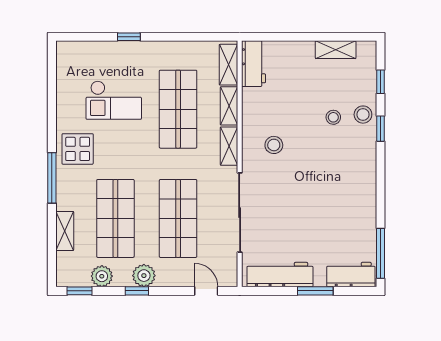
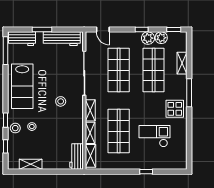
stool: (274, 145) -> (61, 101), moved
lab bench: (351, 189) -> (22, 86), added
plant: (144, 276) -> (148, 38), moved

